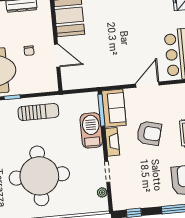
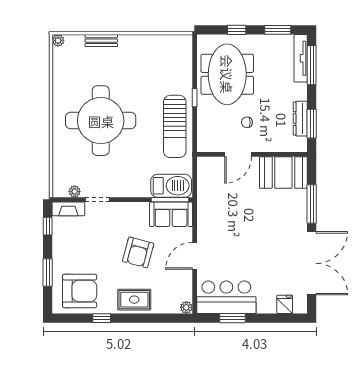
door: (147, 85) -> (195, 256), swing flipped
sun lounger: (38, 112) -> (175, 126), width x1.36, depth x1.34
barbecue: (91, 130) -> (171, 186), moved
fireplace: (112, 142) -> (68, 209), moved

